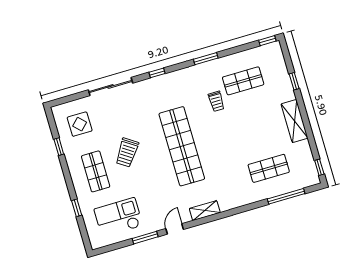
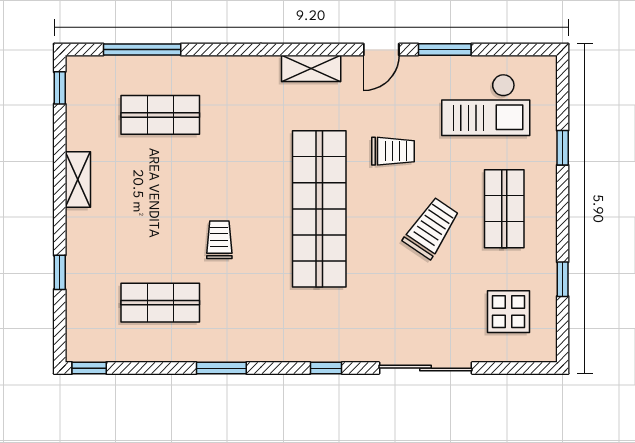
trolley: (216, 101) -> (219, 240), moved
shelving: (294, 121) -> (78, 180), width x0.67, depth x0.75
trolley: (155, 183) -> (393, 151), added

